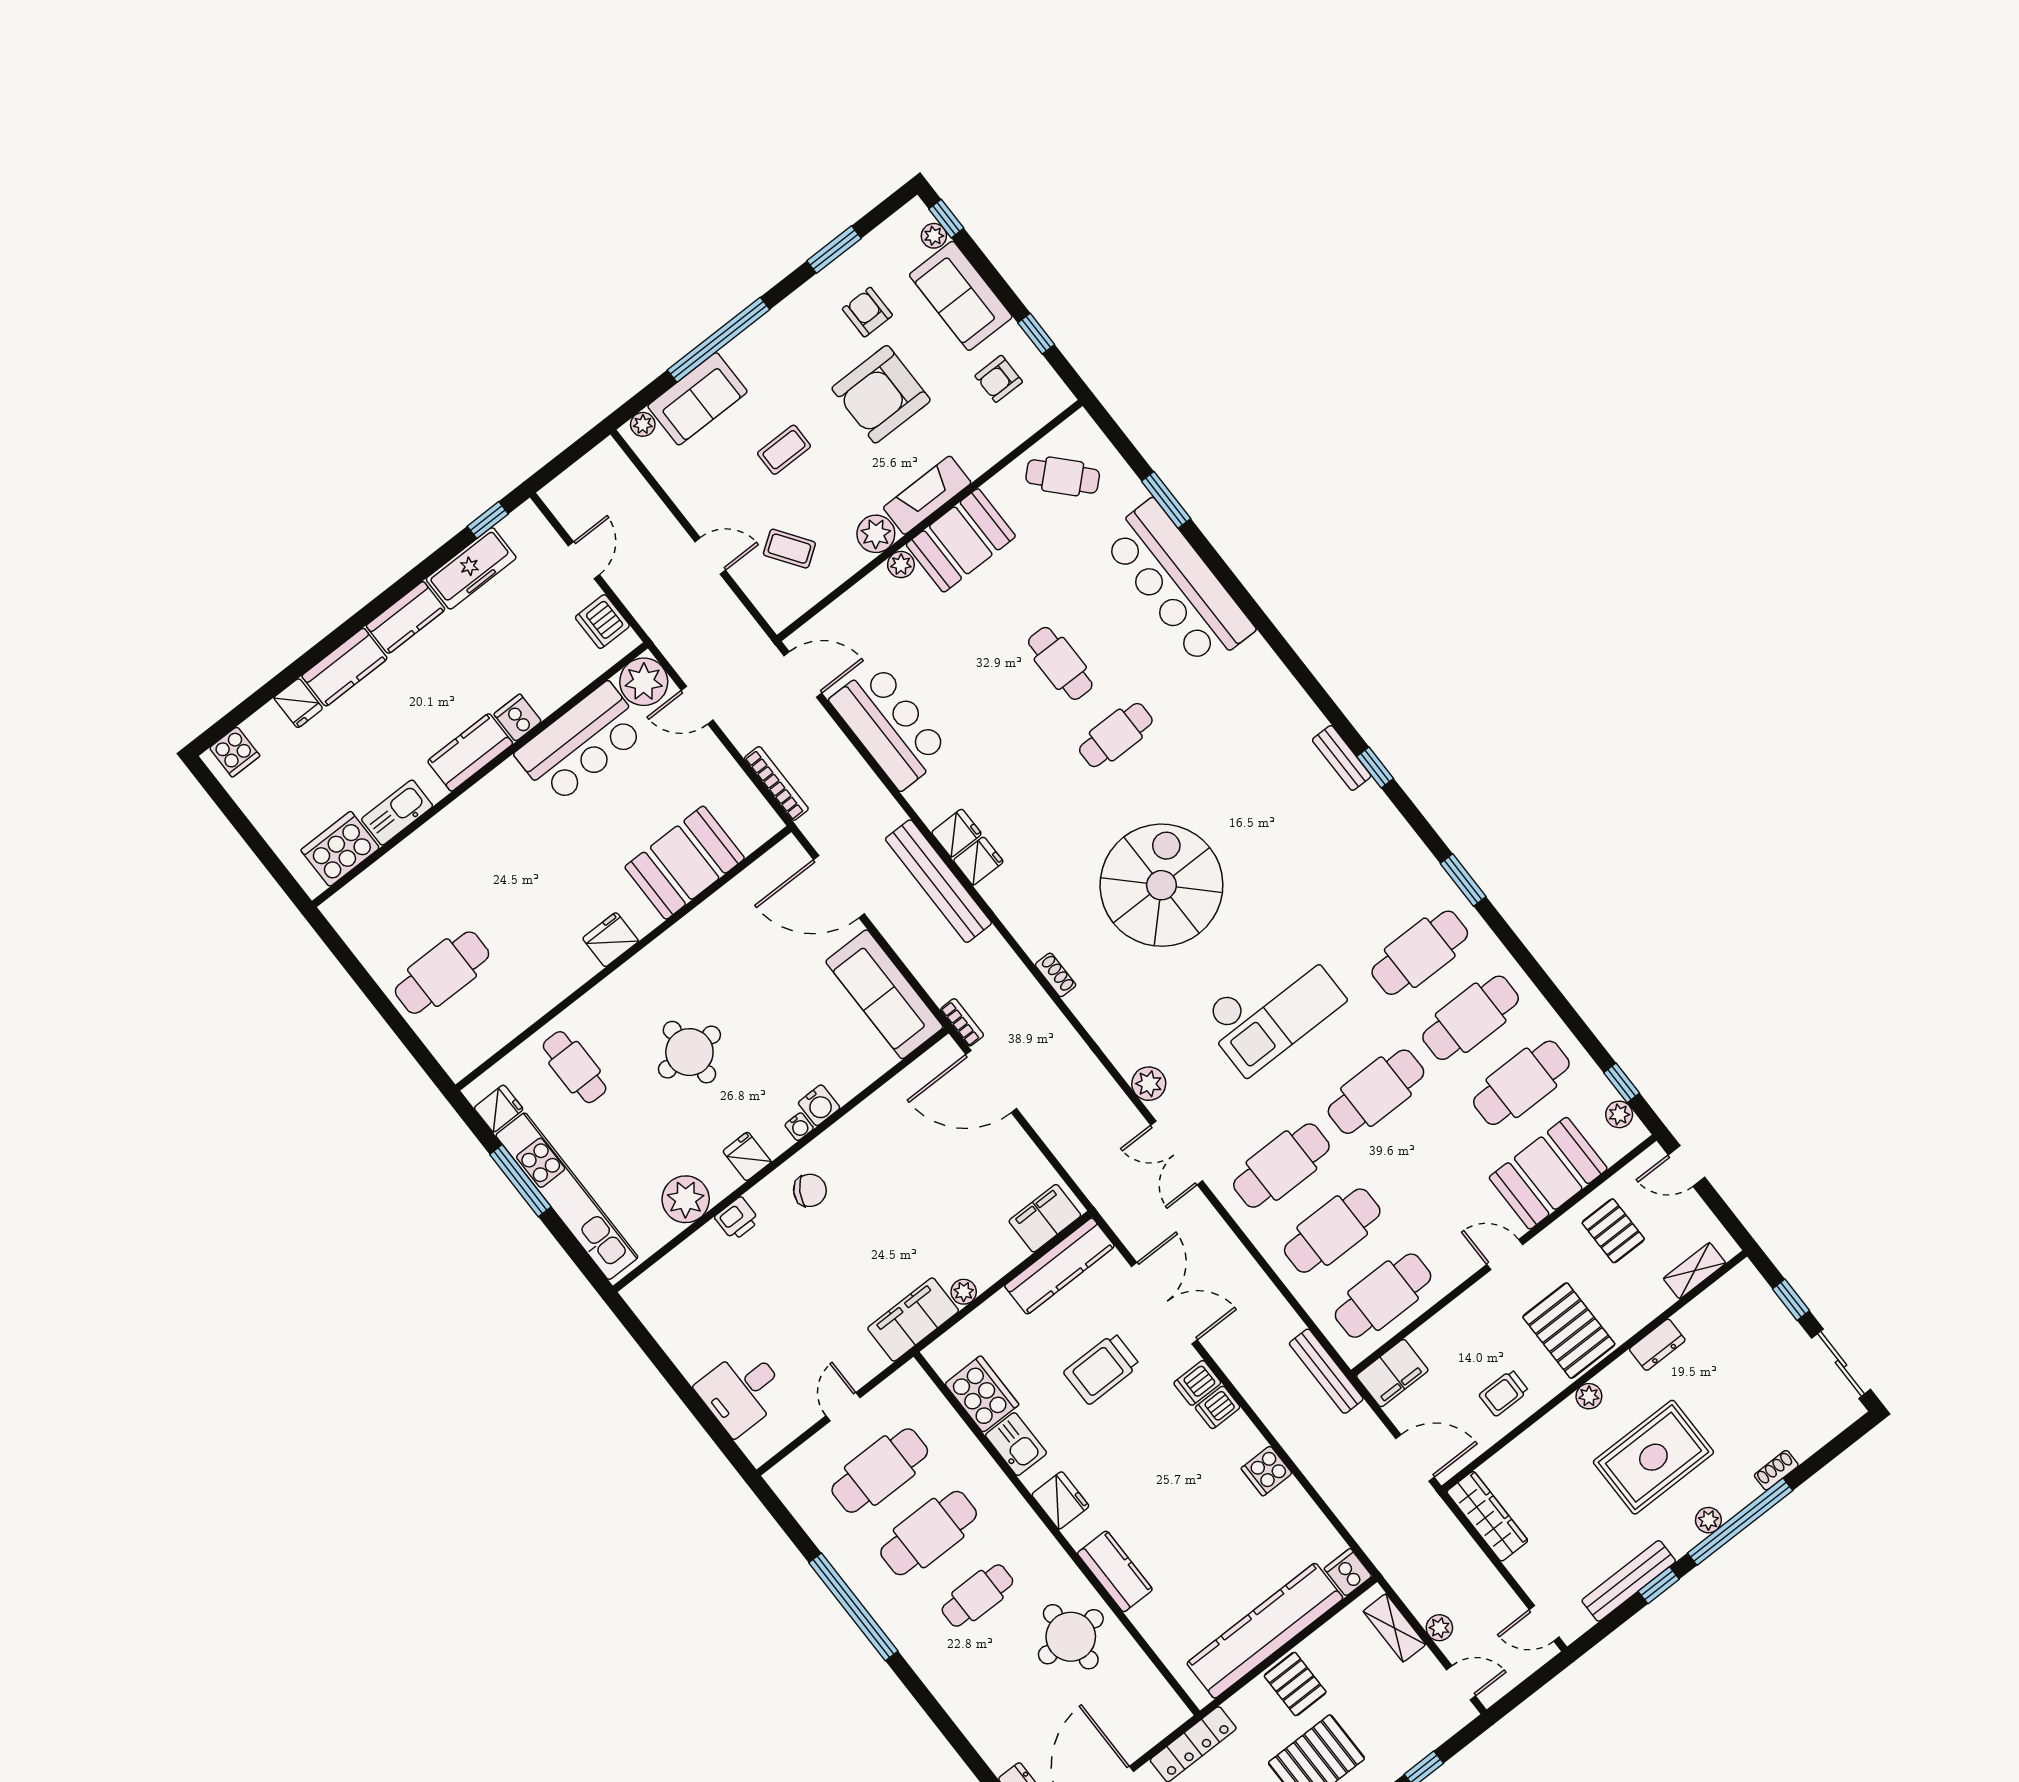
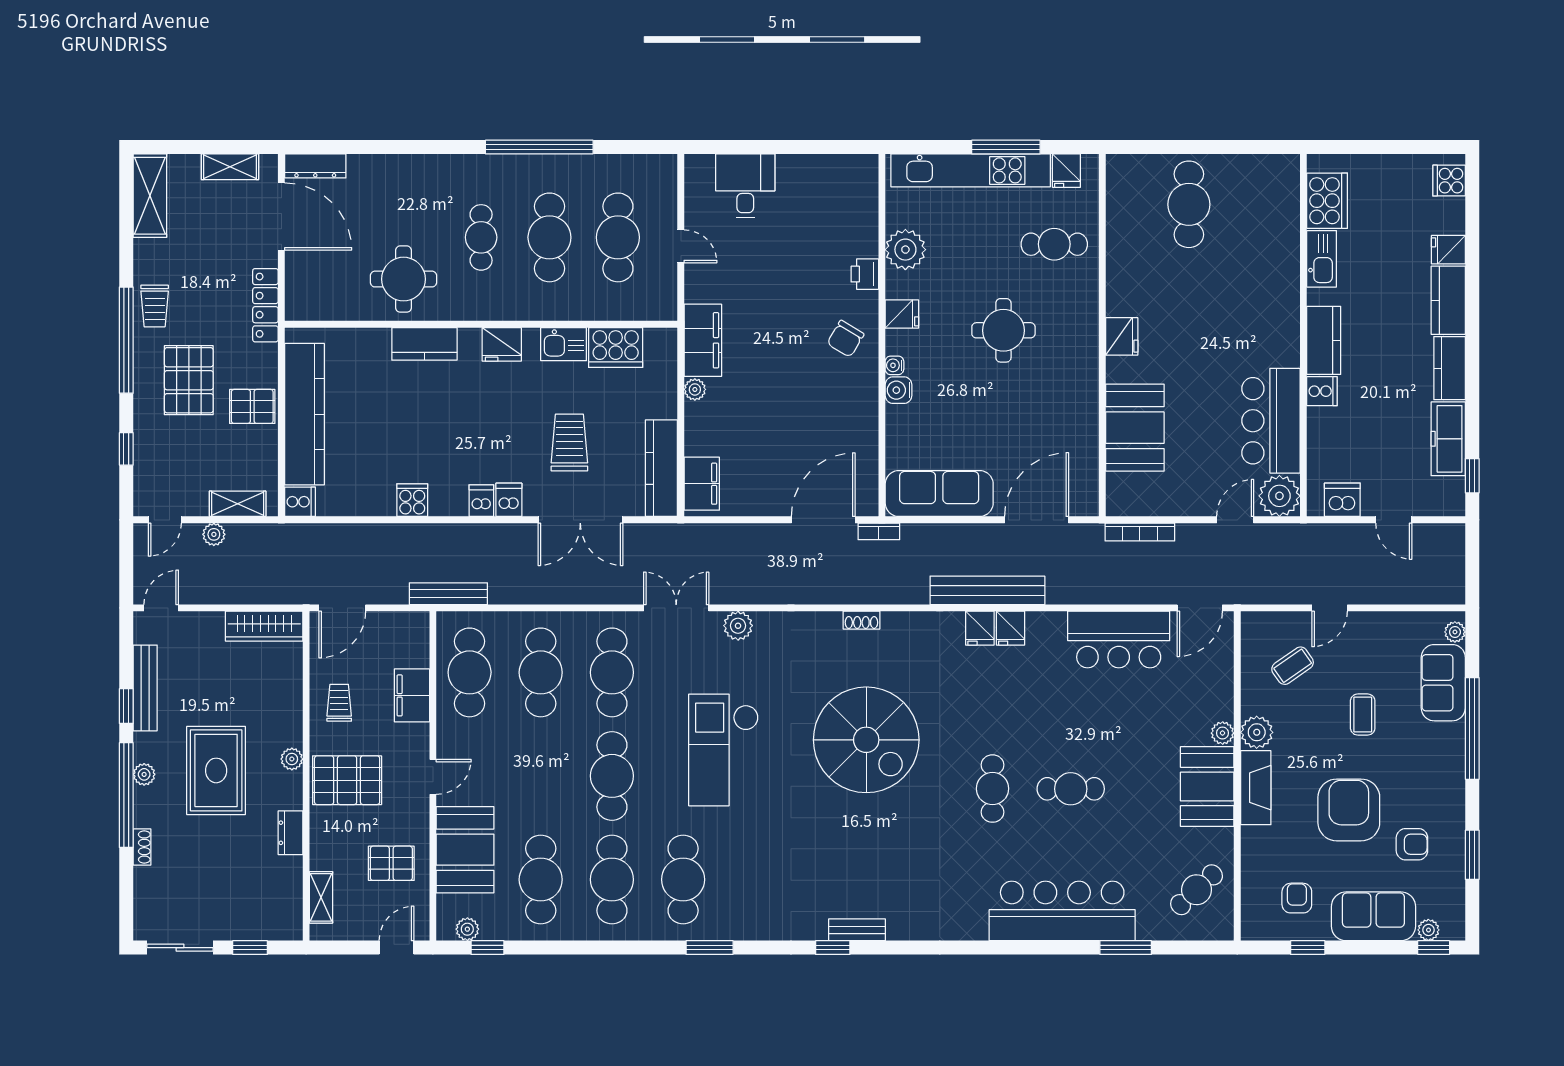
filing cabinet: (1392, 1373) -> (412, 695), moved

